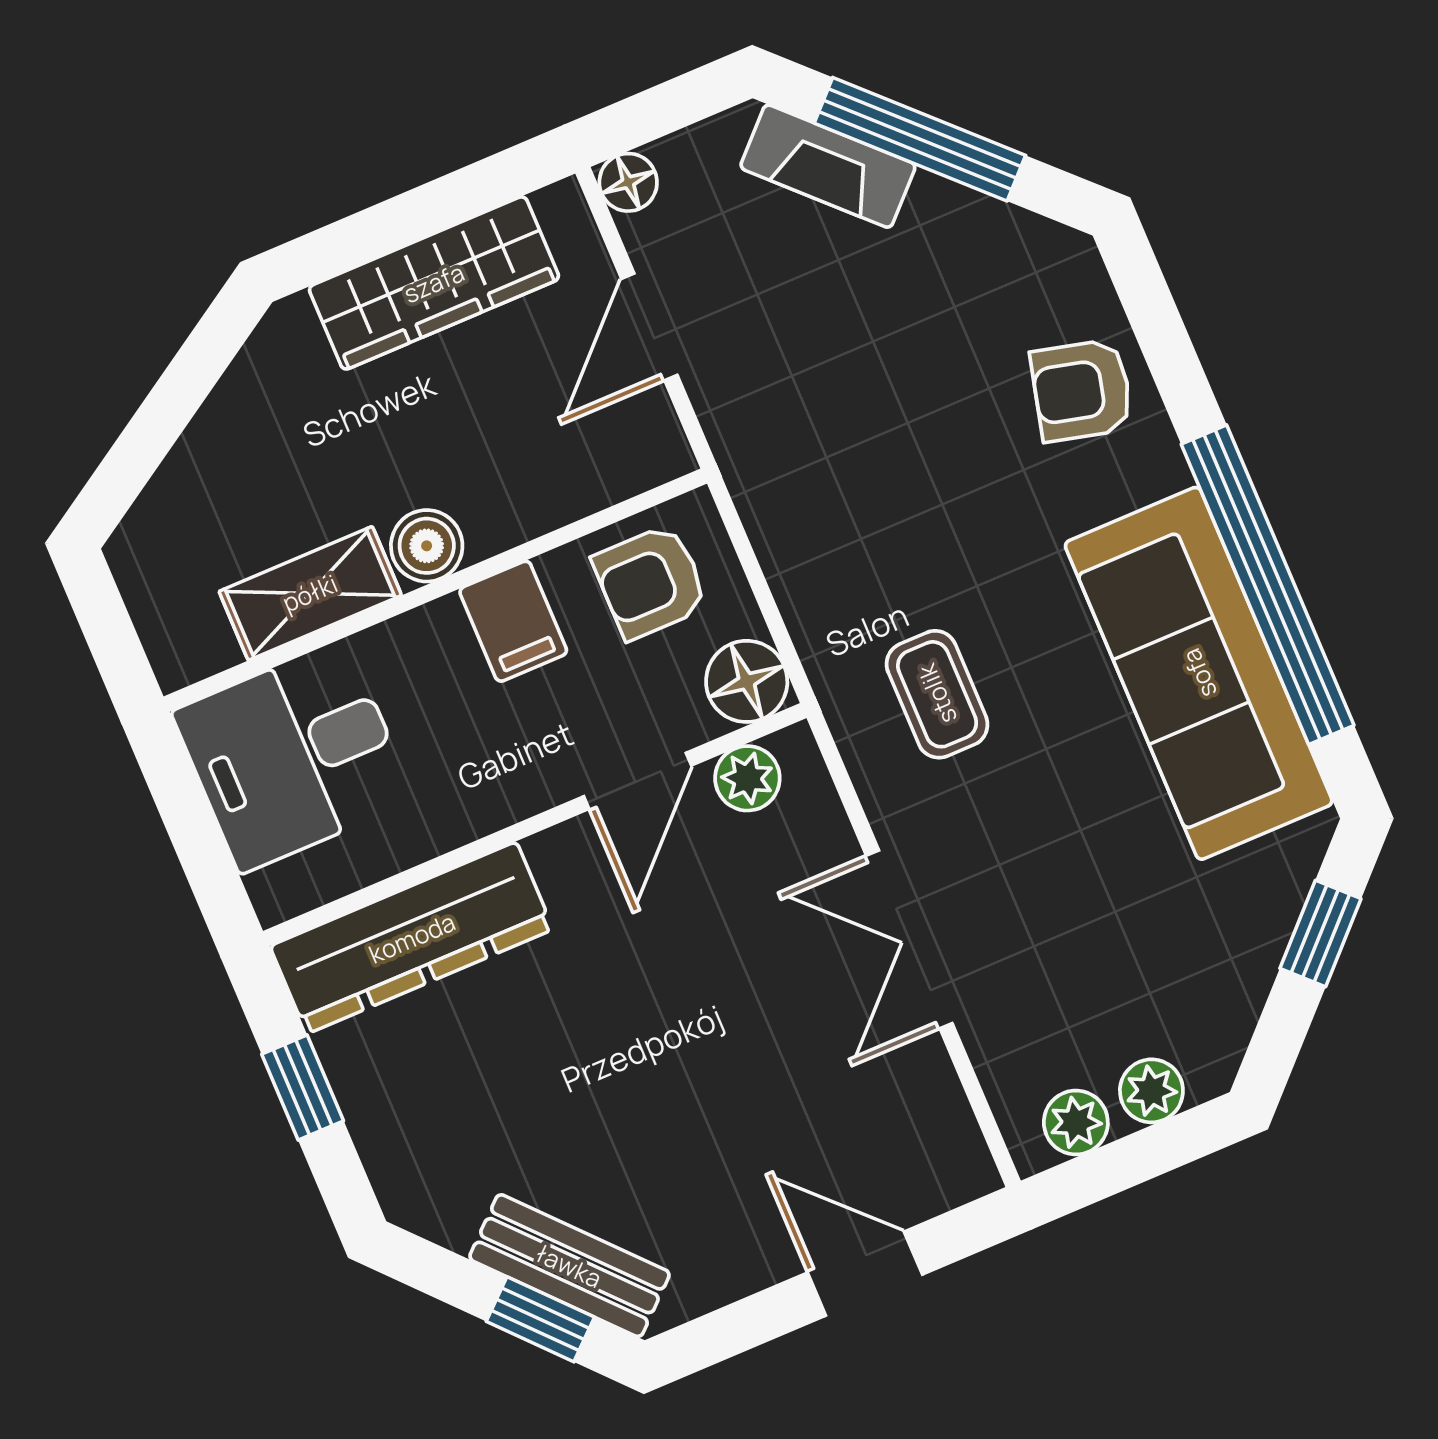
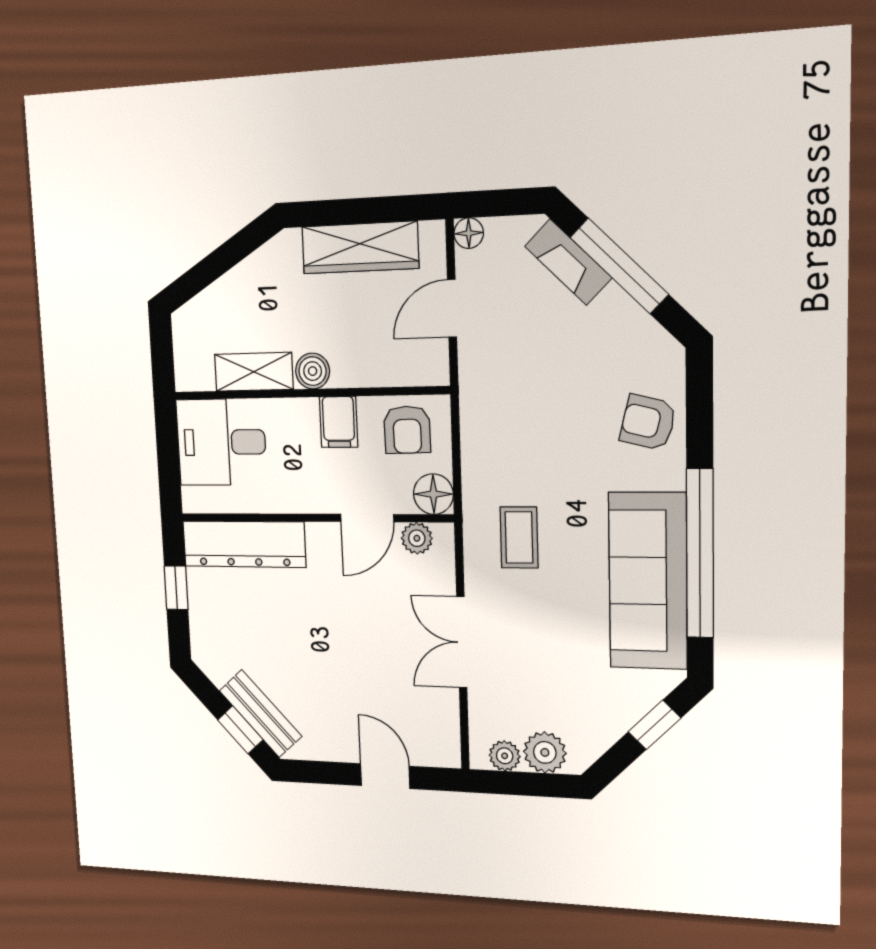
armchair: (651, 582) -> (407, 430), turned -91
plant: (1151, 1091) -> (545, 752), width x1.38, depth x1.38

